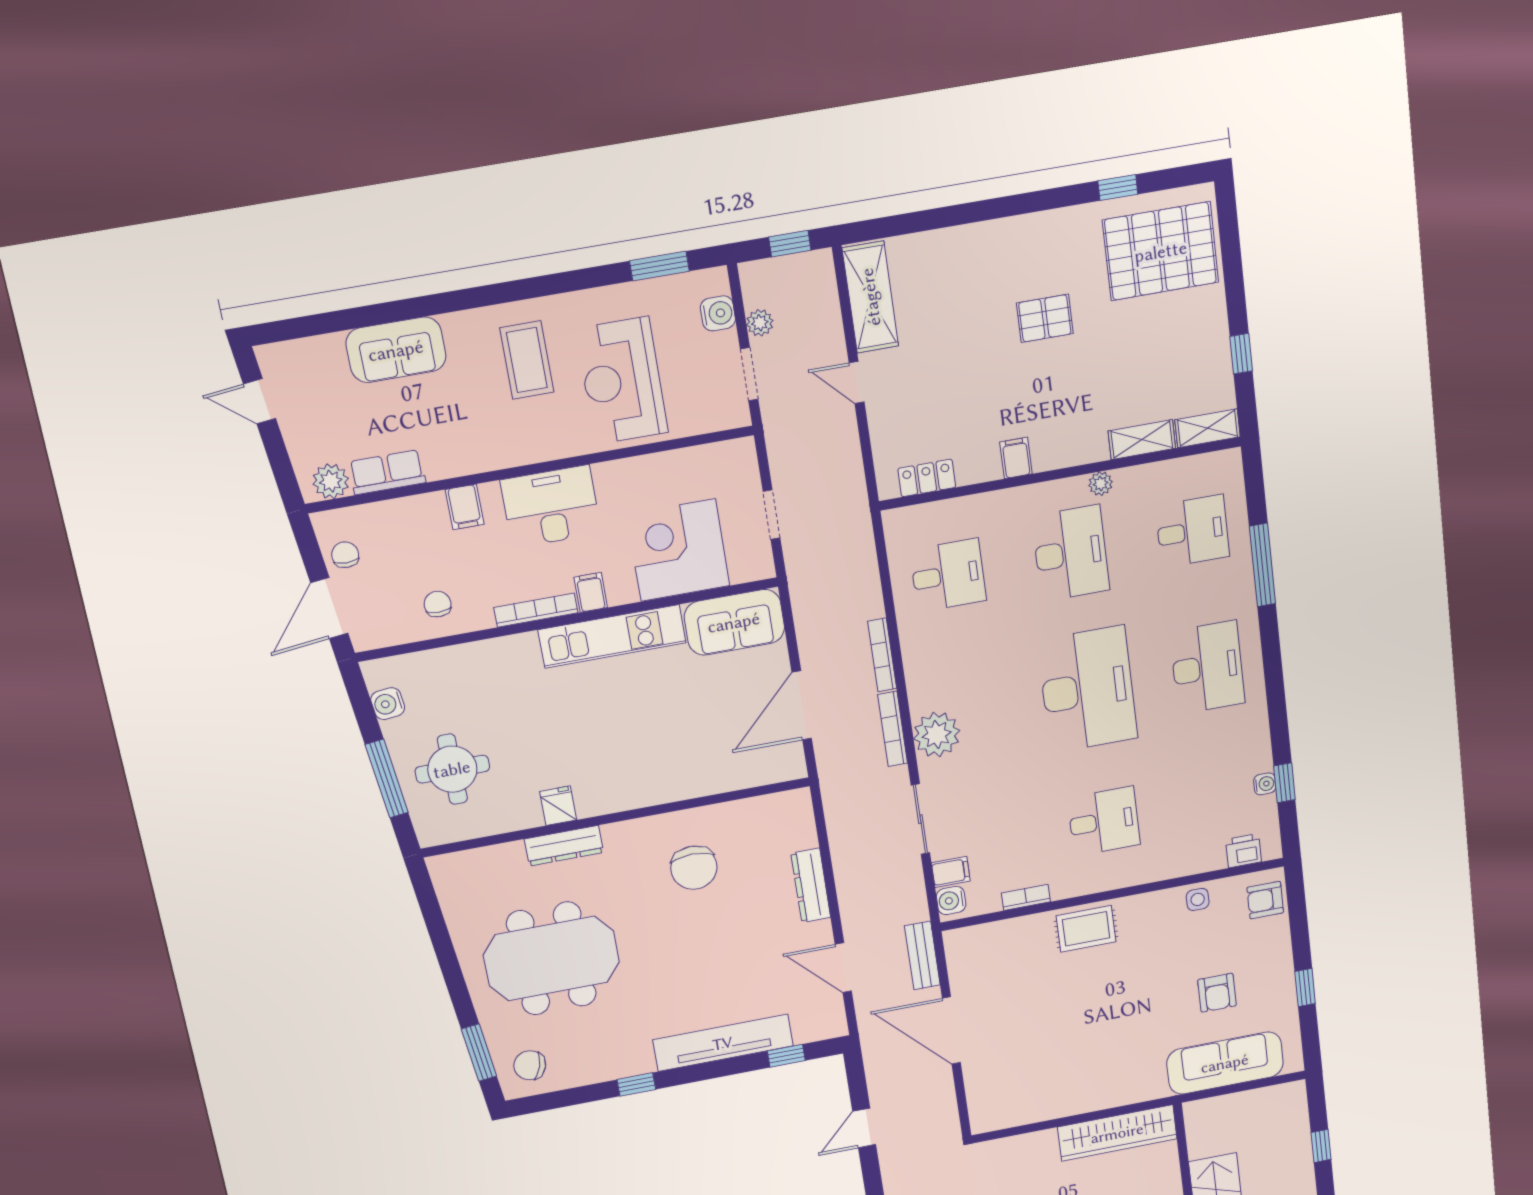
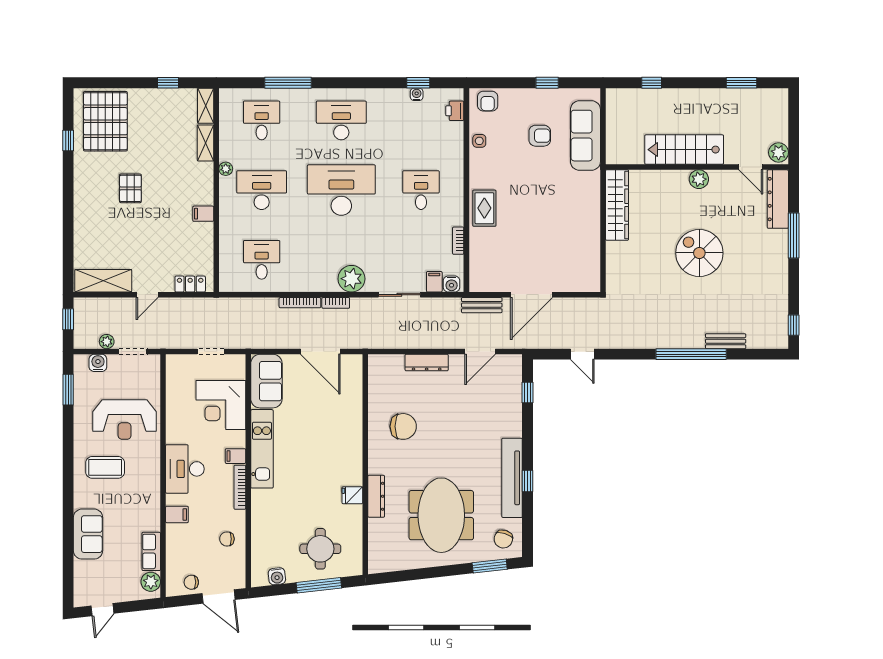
locker: (927, 478) -> (190, 284), moved, turned 90
bookcase: (893, 729) -> (336, 303), width x0.64
tv unit: (723, 1043) -> (512, 478), moved

